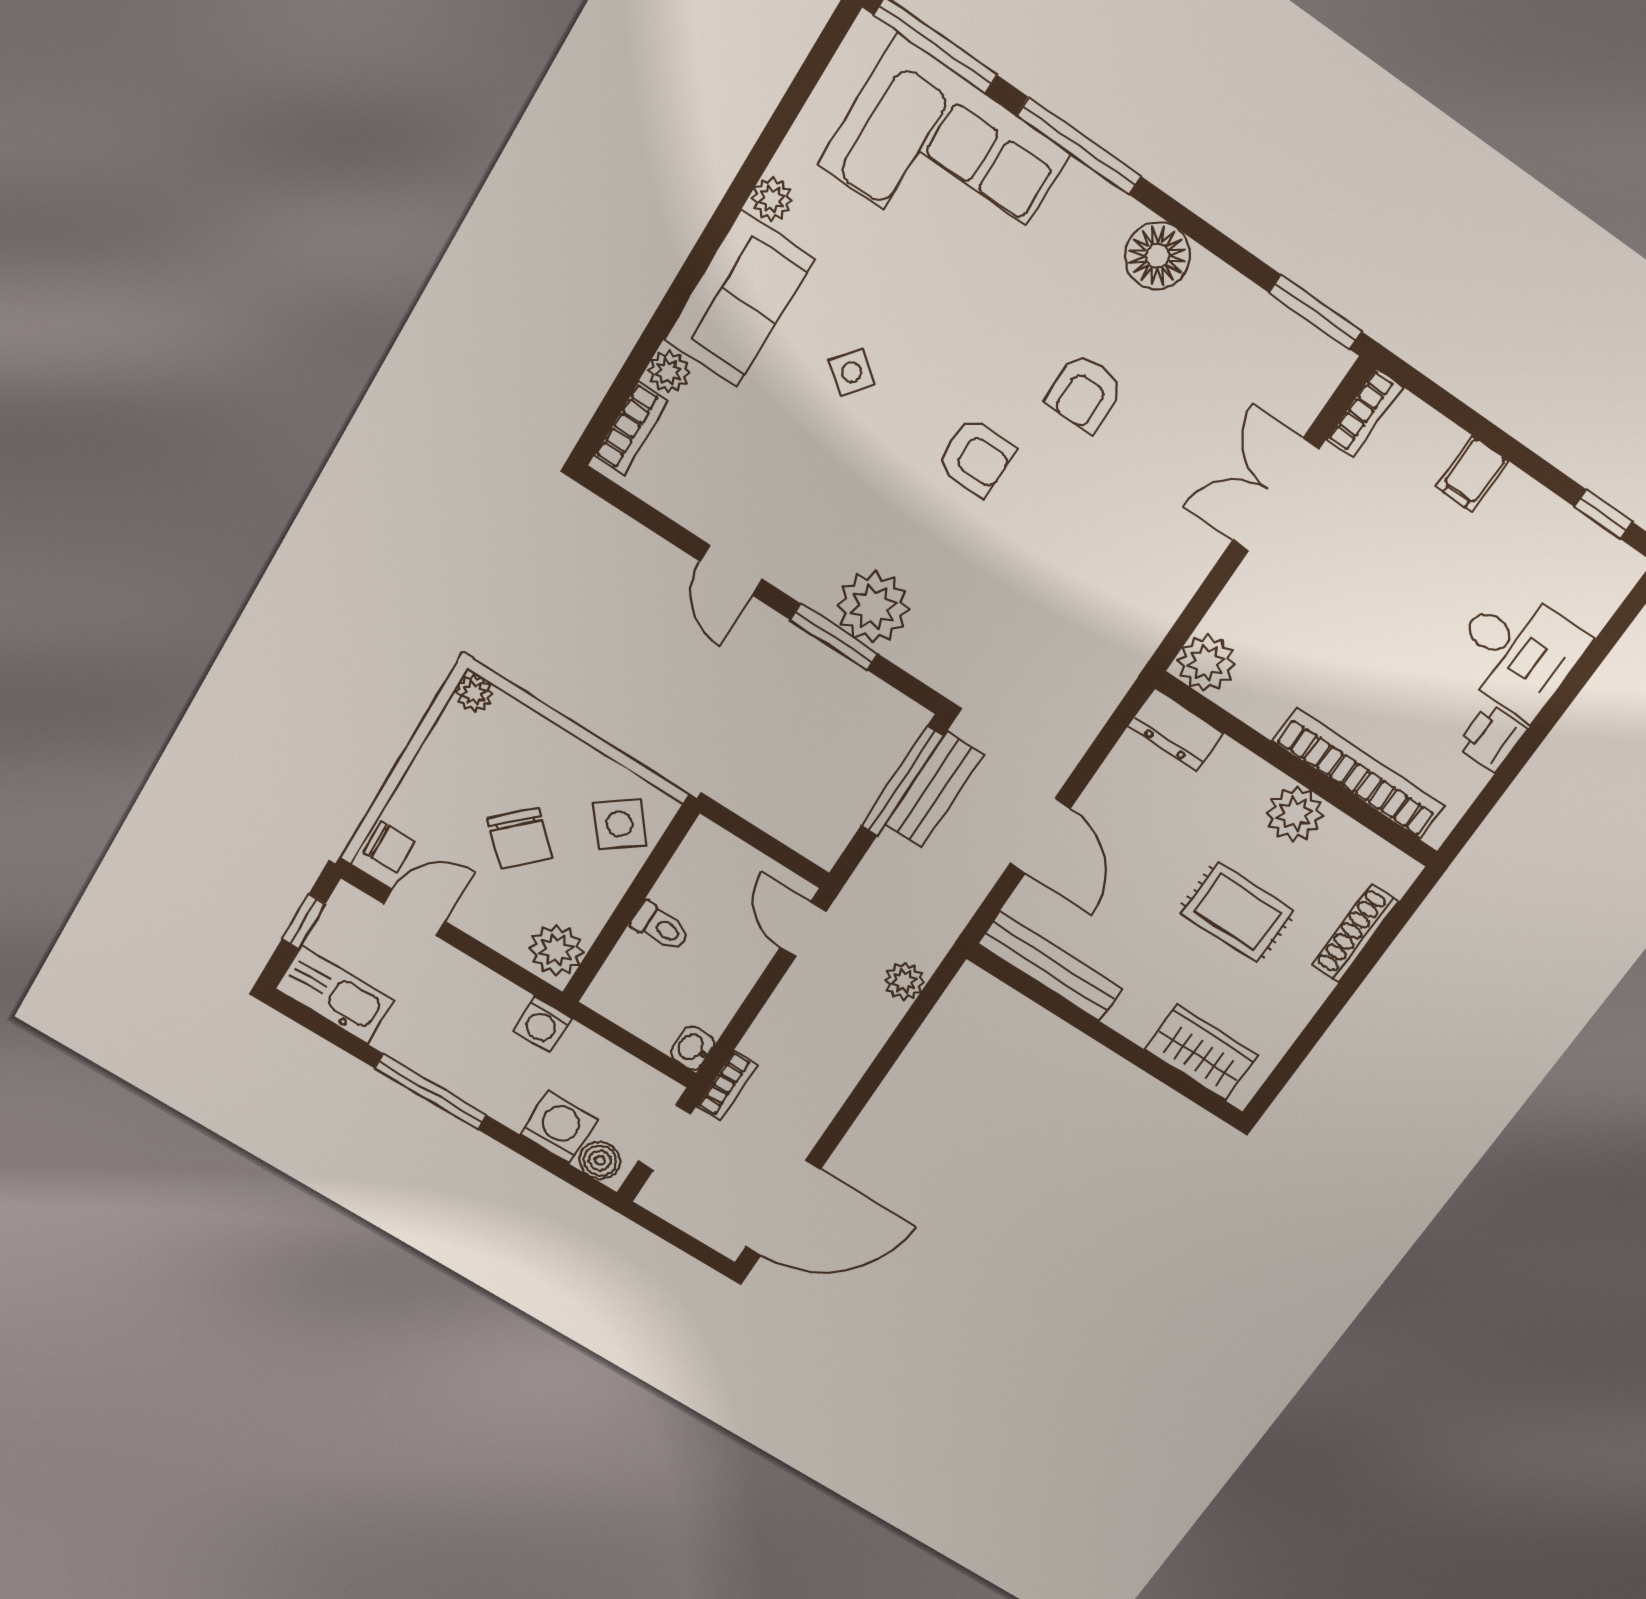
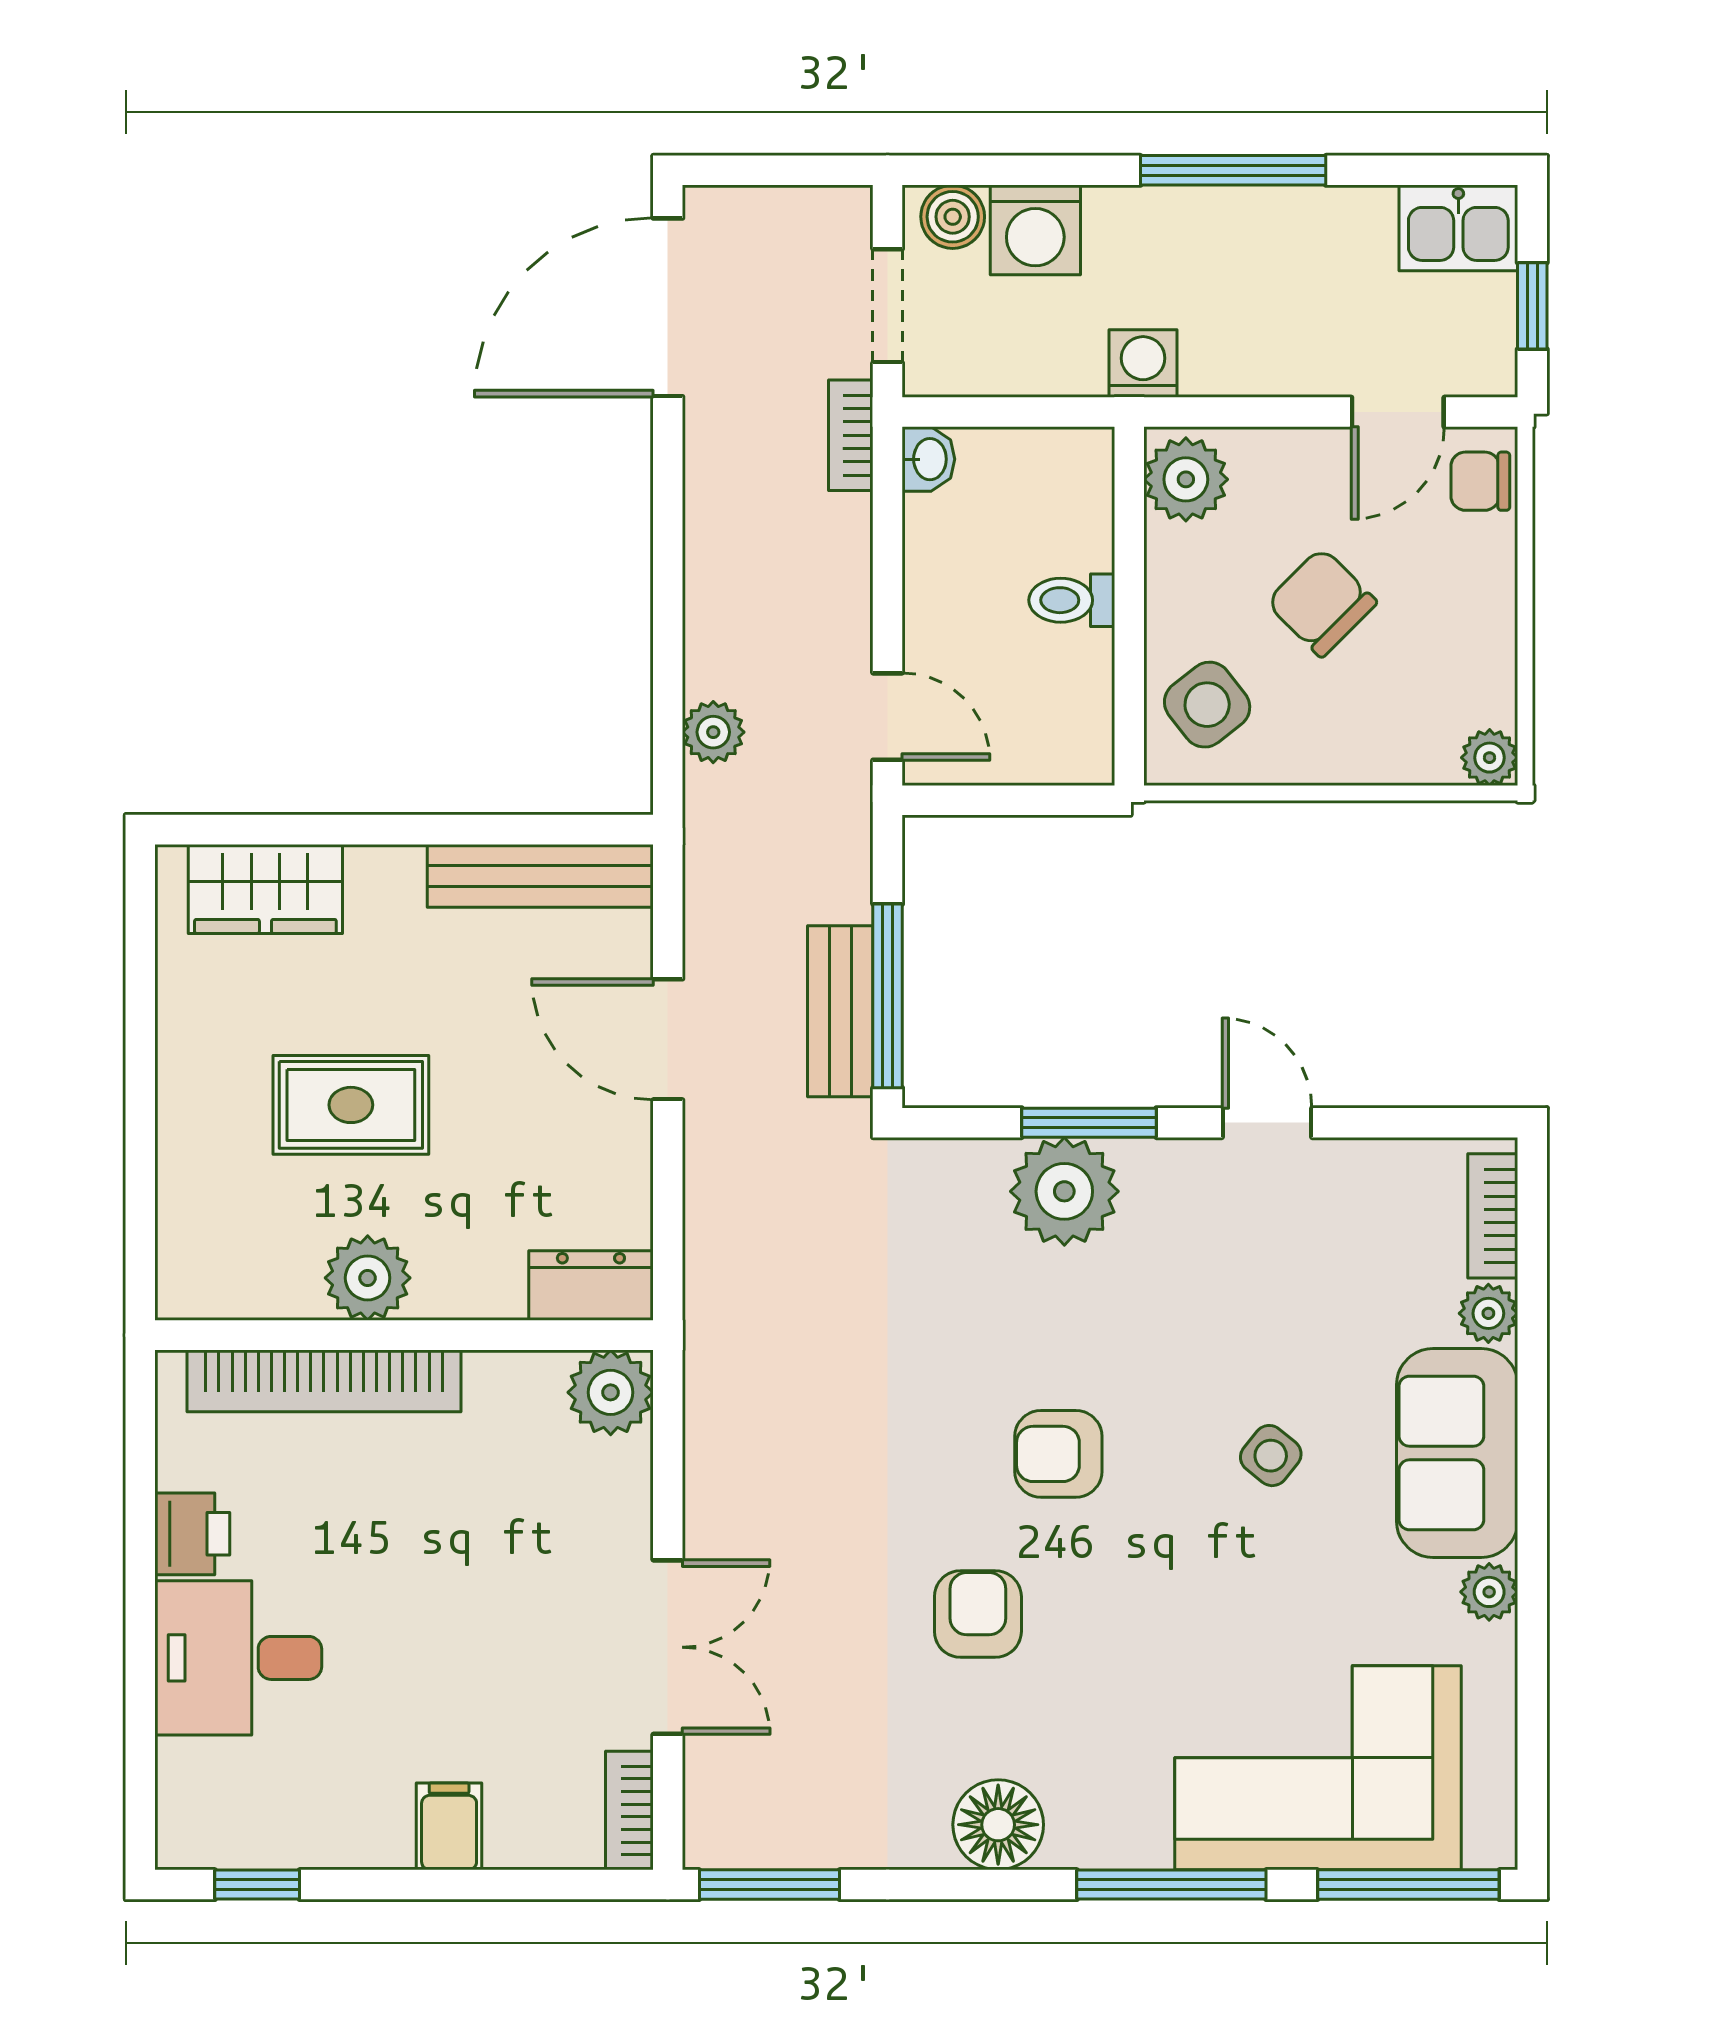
shoe rack: (1355, 933) -> (181, 1177), removed
kitchen sink: (334, 995) -> (1458, 228), width x0.73

